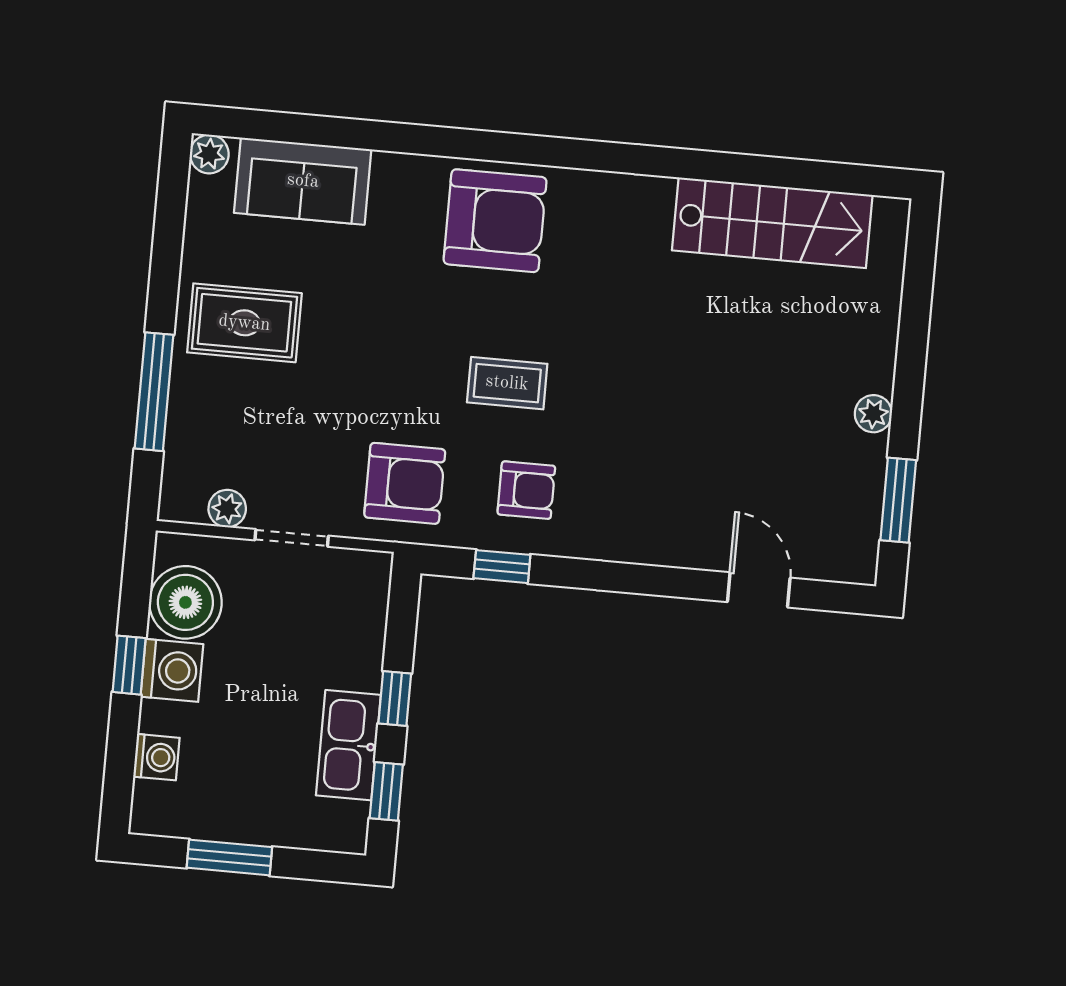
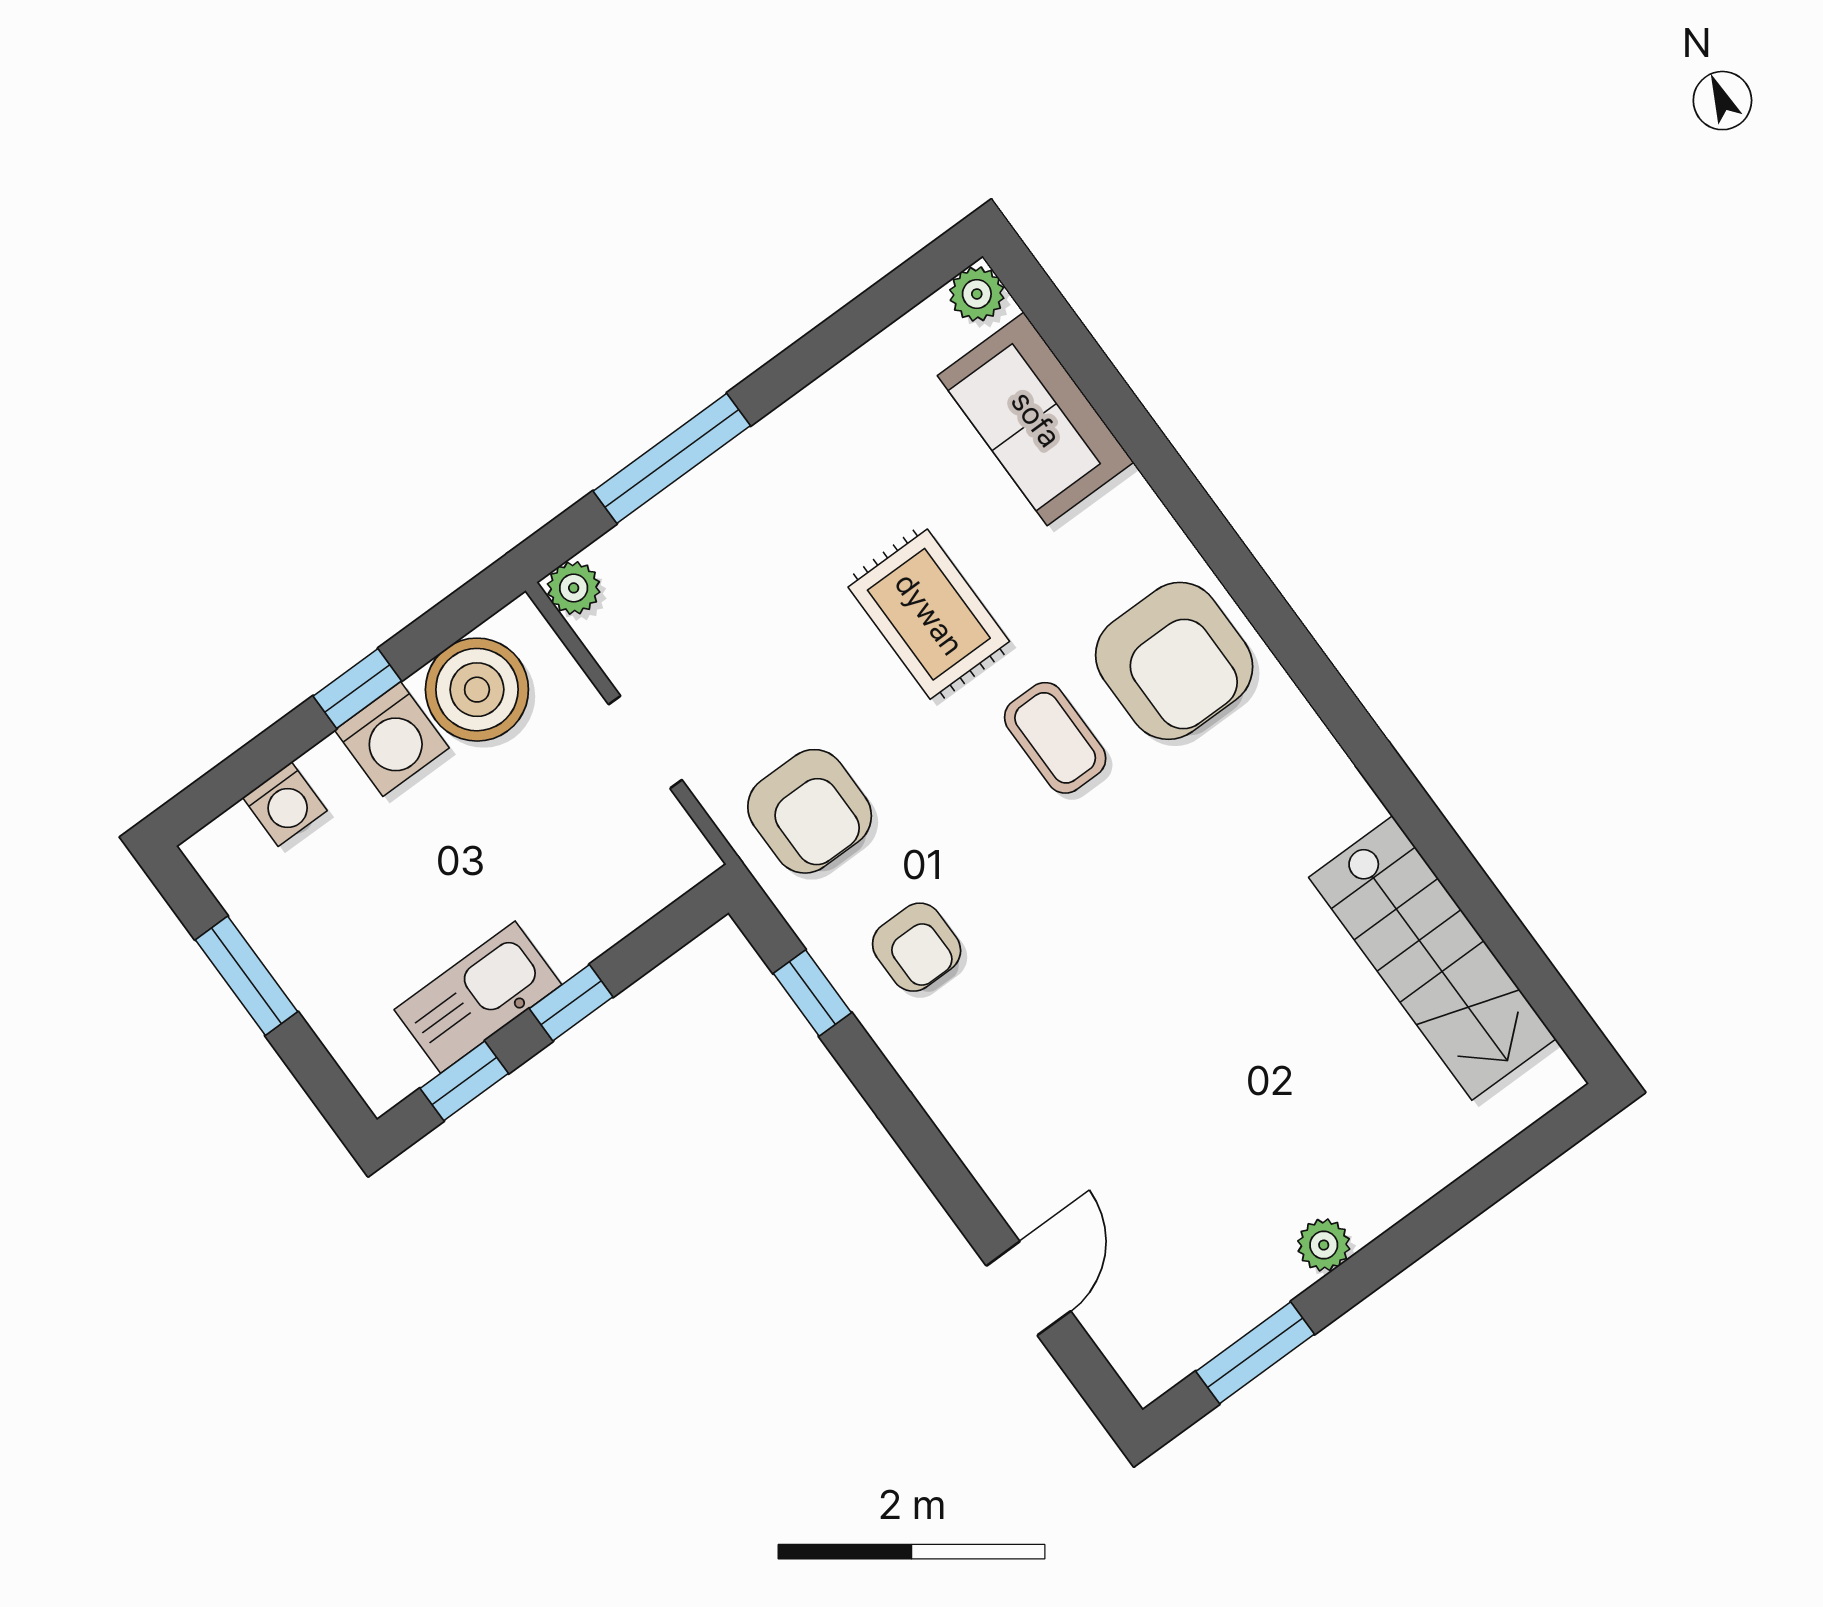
rug: (244, 323) -> (929, 614), moved
coffee table: (507, 383) -> (1055, 738), moved
plant: (227, 509) -> (574, 588), moved

